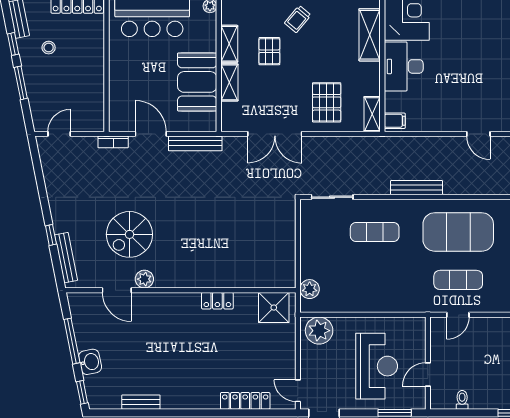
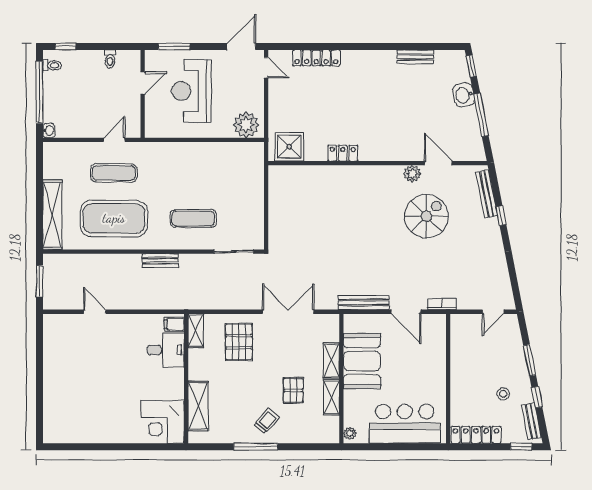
desk: (404, 66) -> (166, 350), moved, width x0.73
bench: (417, 188) -> (160, 261), width x0.73
plant: (310, 289) -> (255, 164), removed

